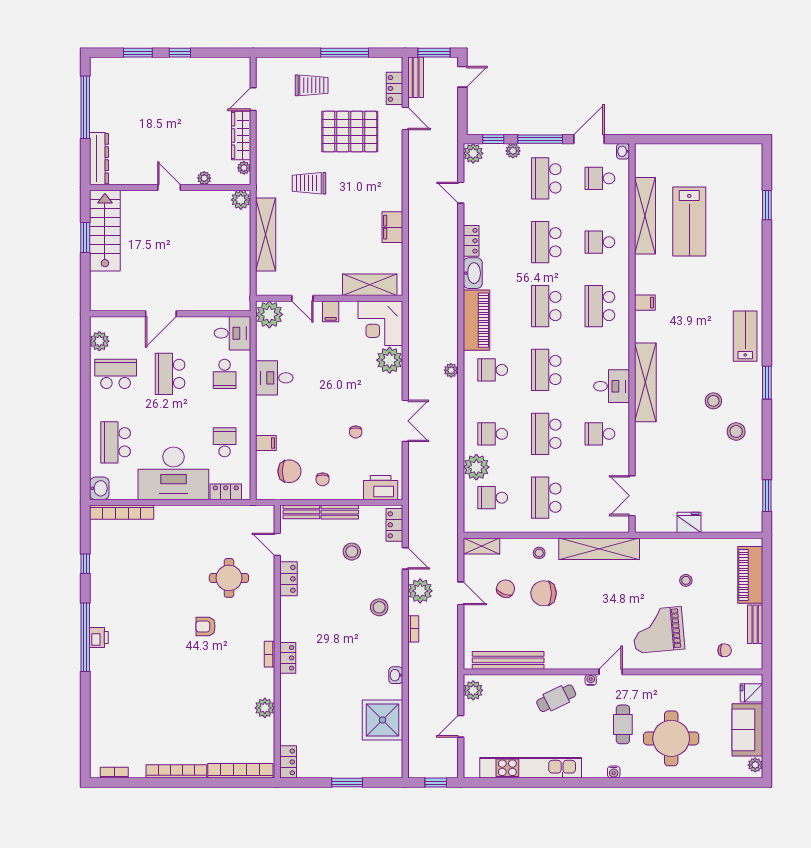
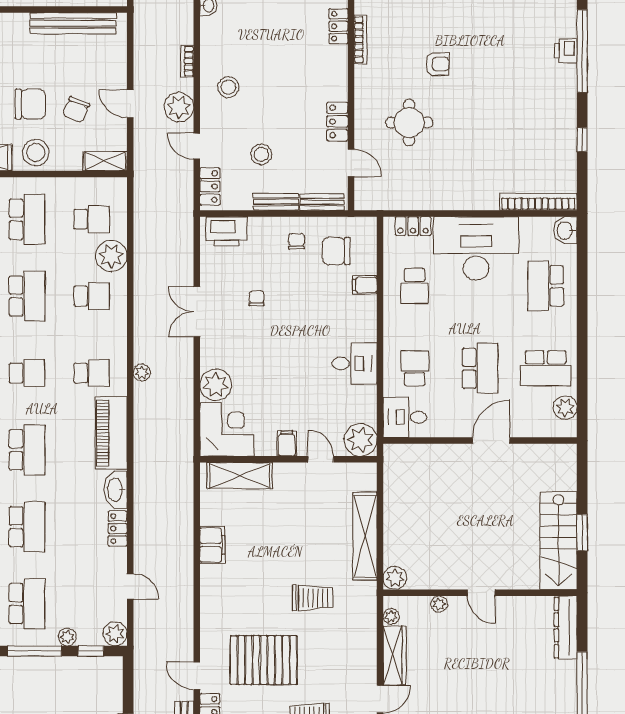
school desk: (546, 370) -> (27, 373), width x0.54
school desk: (116, 442) -> (546, 286), turned 180
stool: (539, 553) -> (36, 153), width x1.89, depth x1.89
bookcase: (270, 654) -> (360, 40), width x1.56

